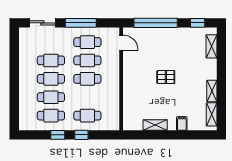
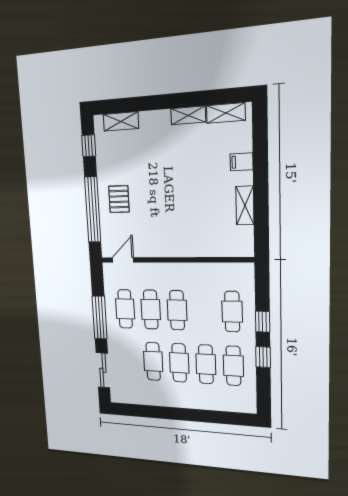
pallet: (166, 77) -> (119, 199), moved

